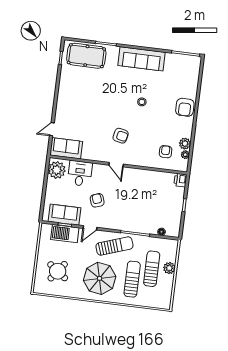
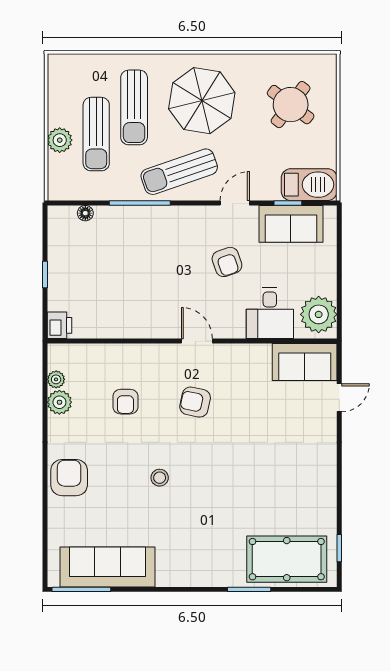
sofa: (141, 59) -> (107, 567), moved
armchair: (166, 152) -> (125, 402), moved
barbecue: (65, 234) -> (309, 185), moved

